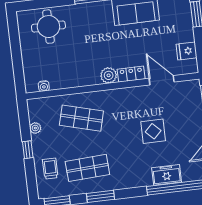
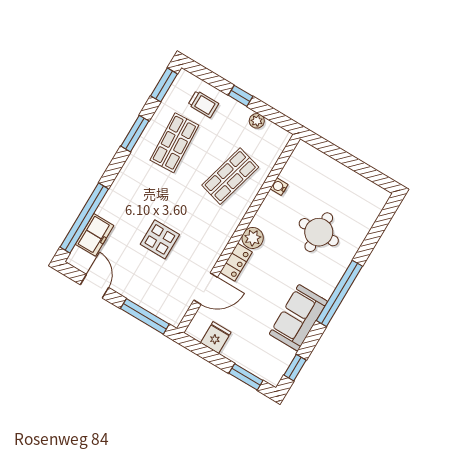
round table: (48, 27) -> (319, 232), moved
water cooler: (44, 86) -> (279, 187), moved
freezer: (167, 175) -> (95, 235), moved

